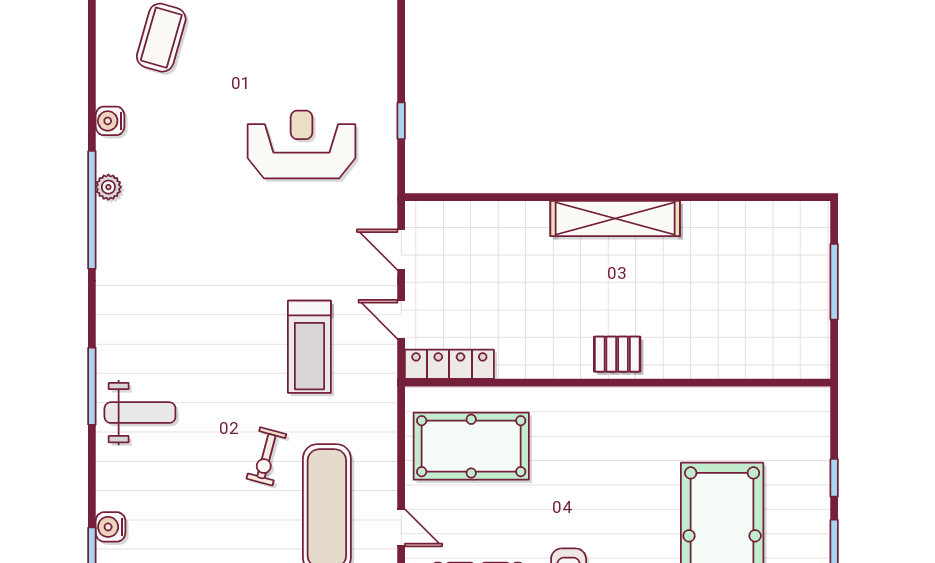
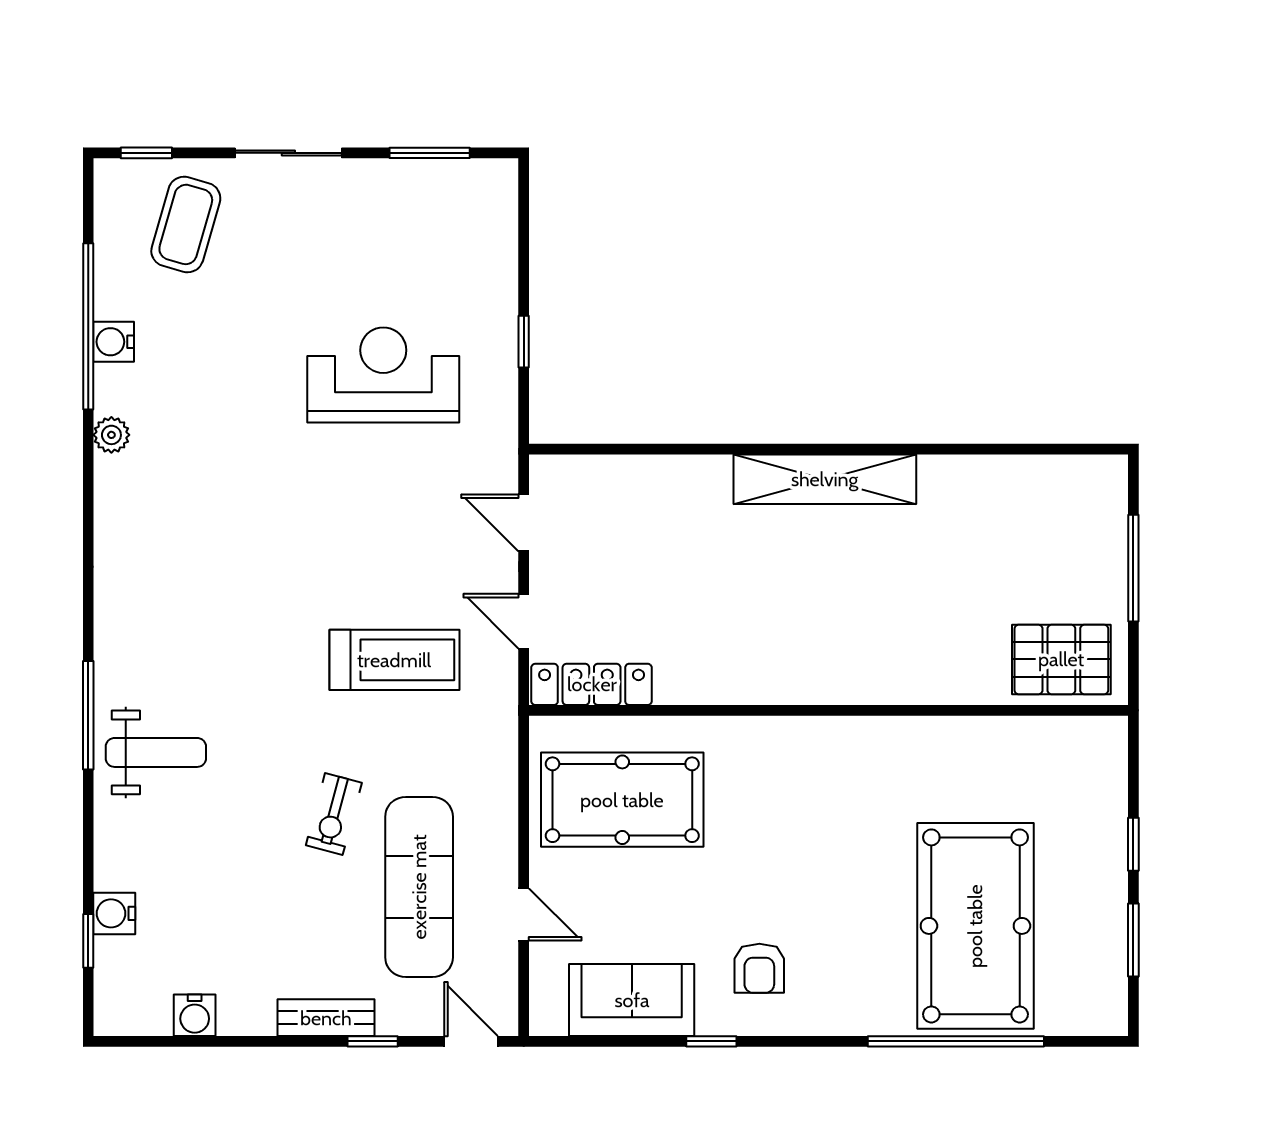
window: (92, 210) -> (88, 326), moved
treadmill: (309, 347) -> (394, 660), turned -90
pallet: (617, 354) -> (1061, 659), moved, width x1.50, depth x1.42

